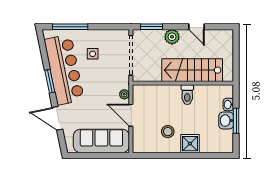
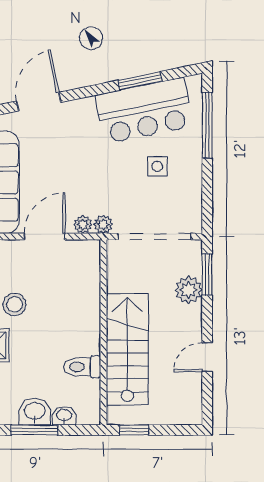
plant: (172, 37) -> (189, 290), moved
window: (236, 66) -> (134, 430), added
bar counter: (64, 70) -> (144, 111), width x0.73
window: (50, 81) -> (140, 81), moved
plant: (124, 83) -> (103, 224), added
toilet: (187, 95) -> (82, 367), moved

